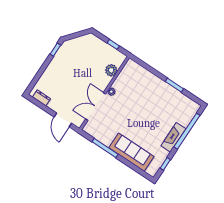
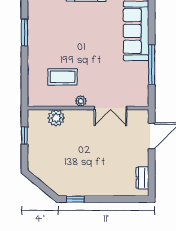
coffee table: (133, 90) -> (62, 77), added
double door: (96, 106) -> (111, 108), width x0.73

